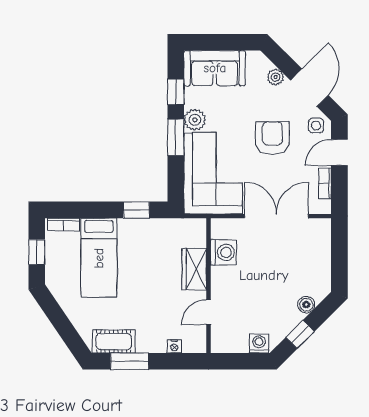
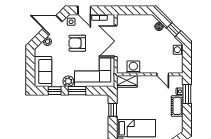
wardrobe: (194, 269) -> (127, 81), moved
cot: (114, 342) -> (177, 106), moved
window: (130, 361) -> (187, 94), moved

